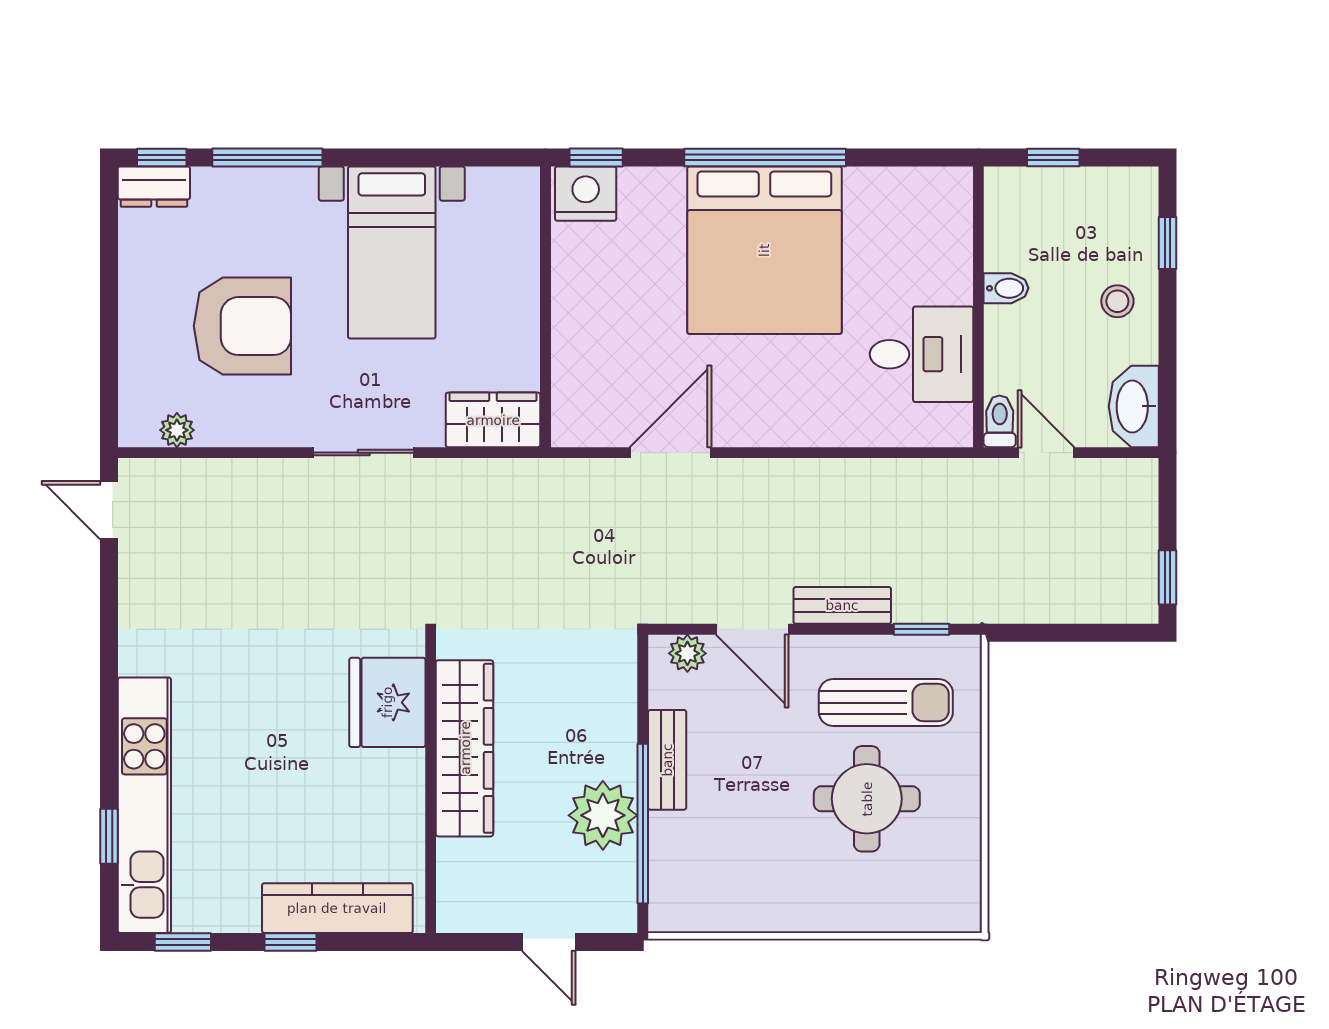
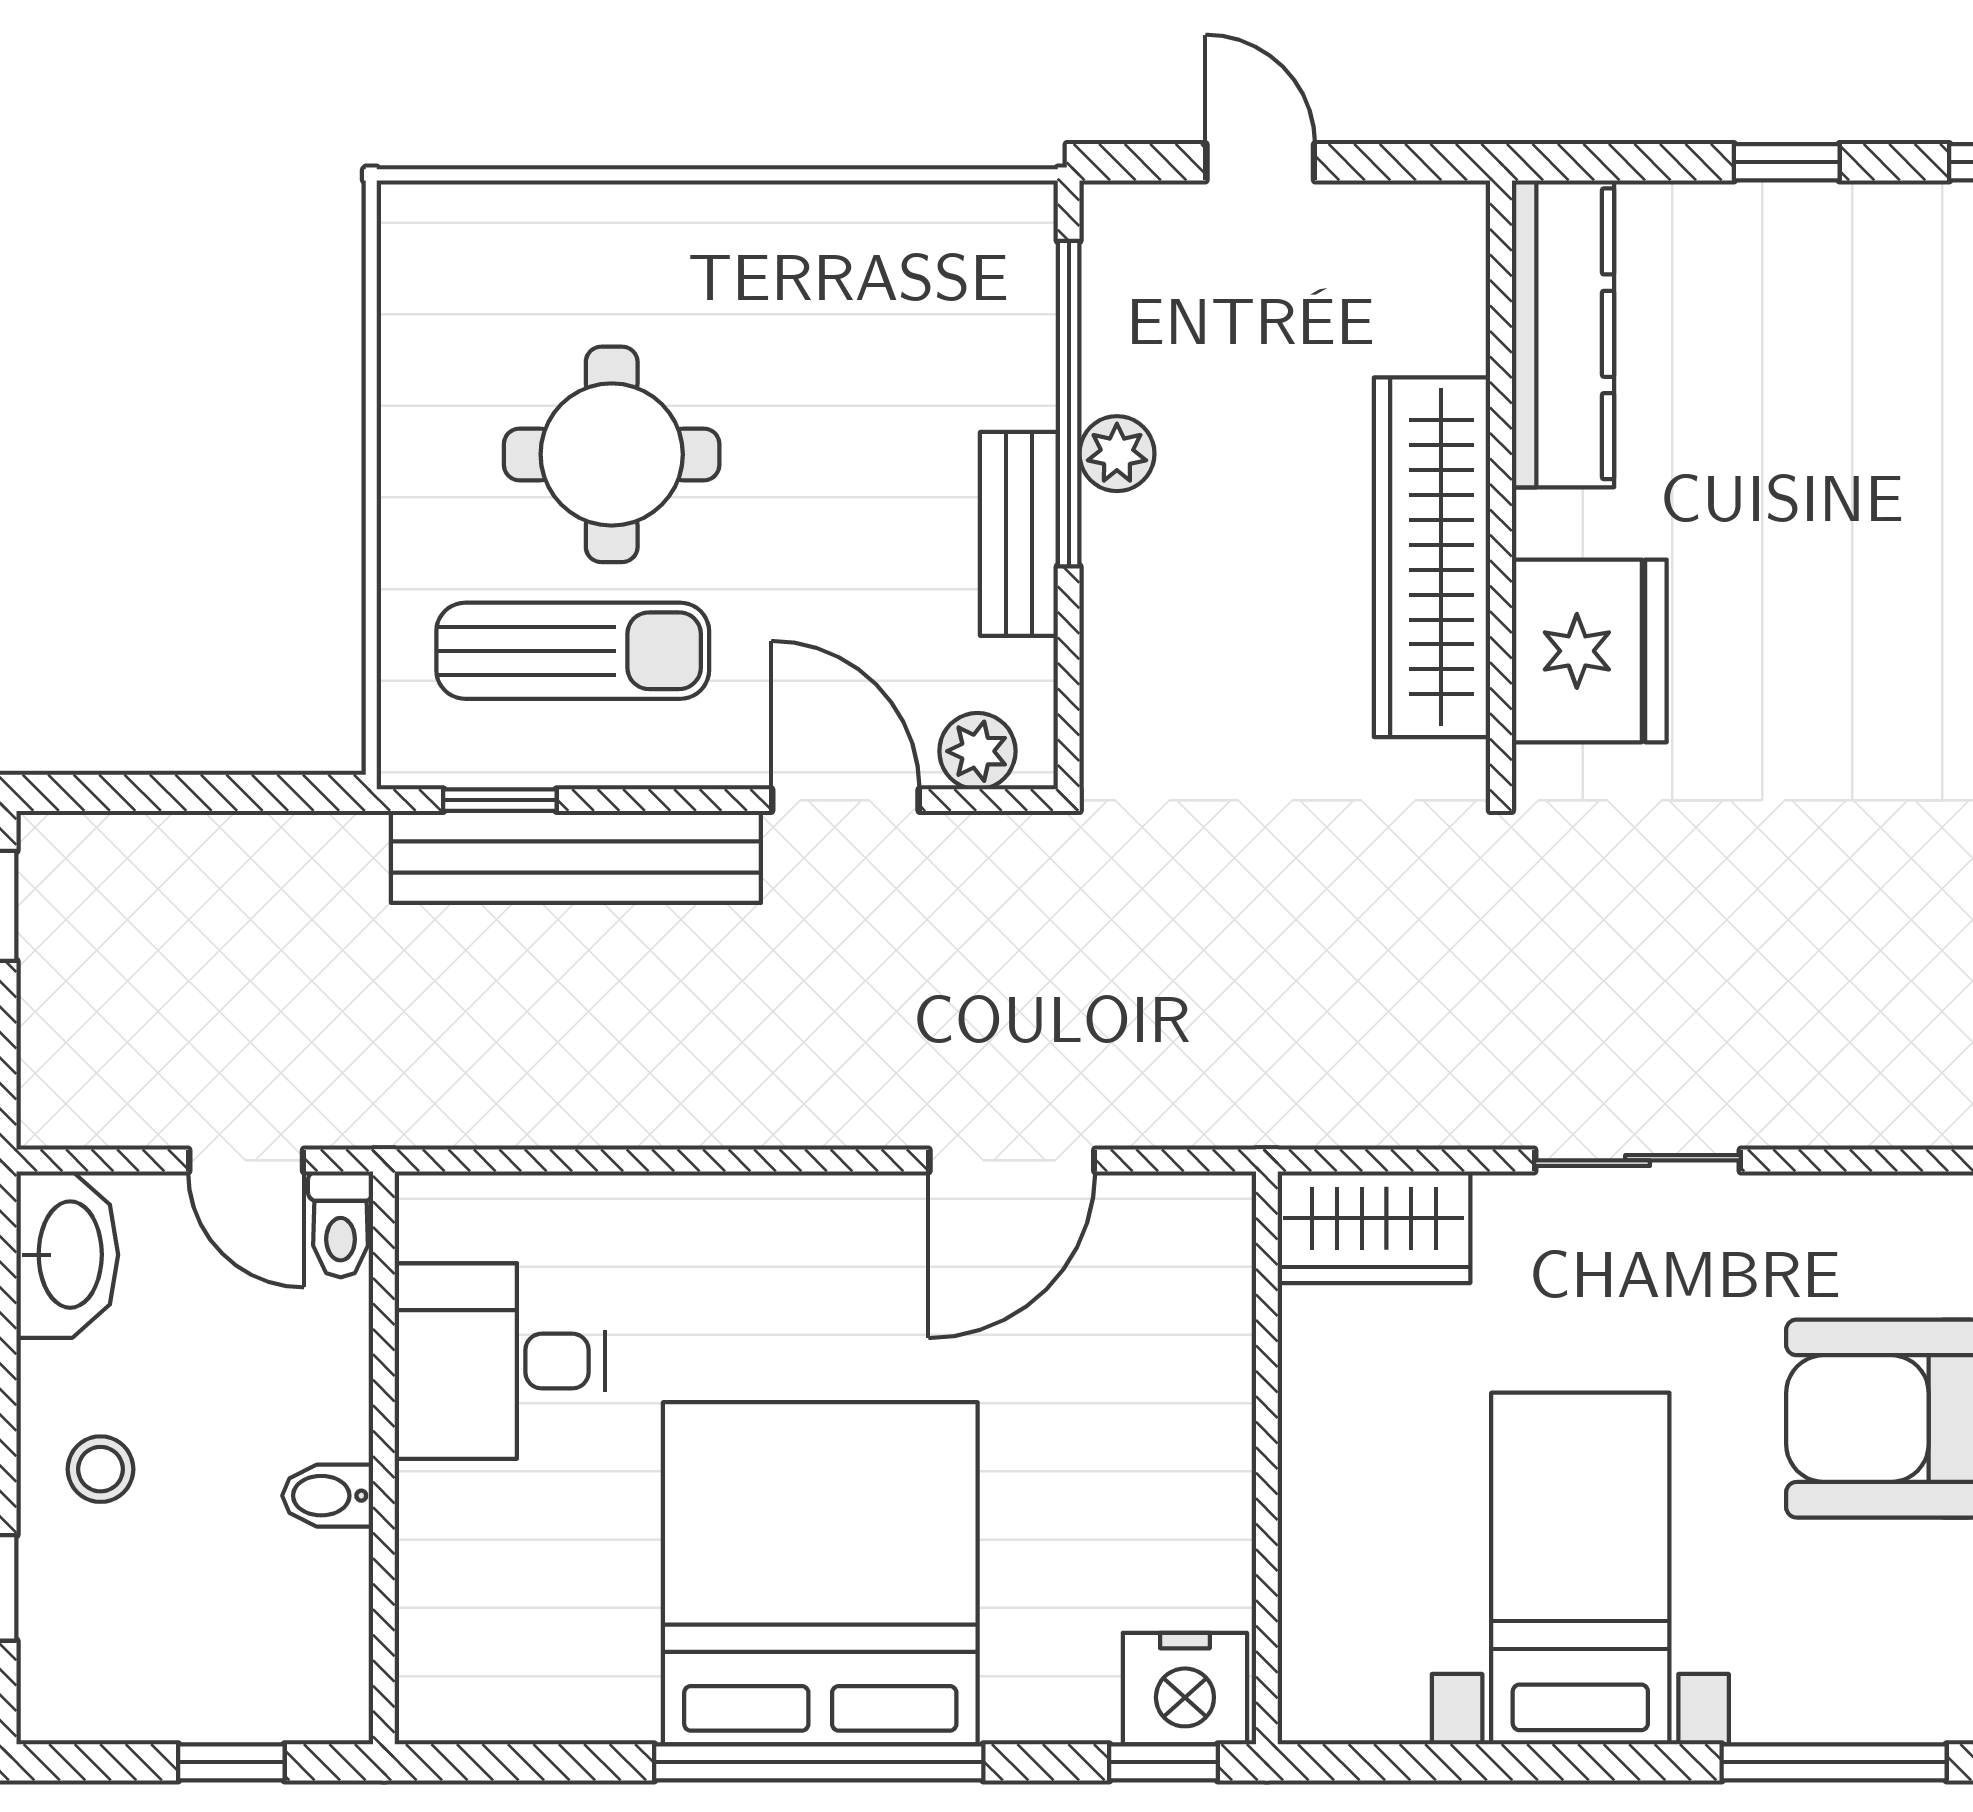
bench: (842, 605) -> (576, 857), width x1.86, depth x1.21
sun lounger: (886, 703) -> (573, 651), turned 180
plant: (603, 815) -> (1117, 454), width x0.53, depth x0.53
kitchen counter: (337, 908) -> (1563, 334), moved, turned -90

